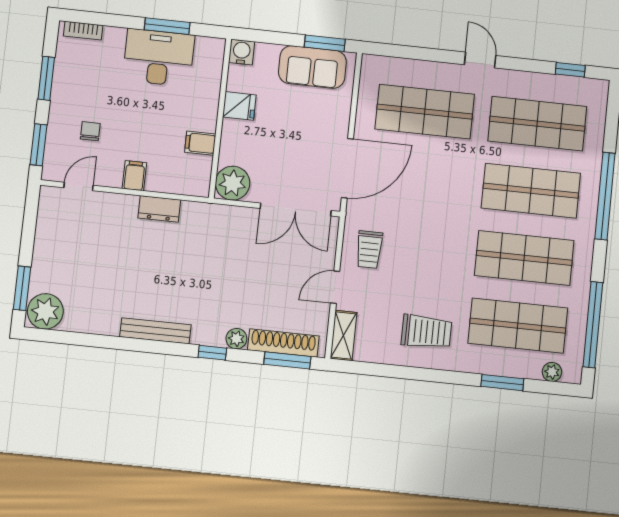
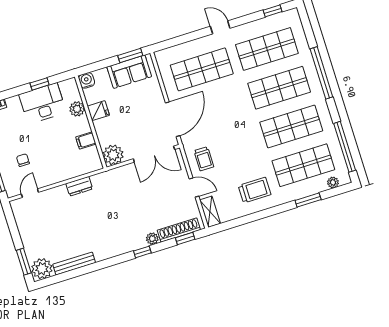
window: (167, 26) -> (40, 84), width x0.67
plant: (208, 89) -> (77, 109), added
filing cabinet: (134, 176) -> (58, 174), removed
door: (335, 287) -> (194, 187), swing flipped
bench: (155, 331) -> (74, 264), moved
window: (287, 360) -> (185, 239), width x0.67

